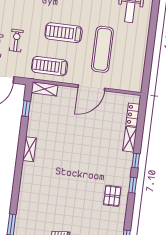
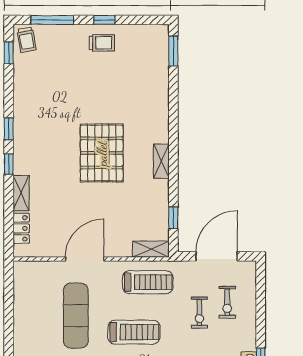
pallet: (112, 196) -> (102, 153), moved, width x2.05, depth x2.00

